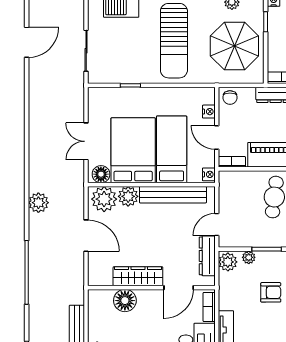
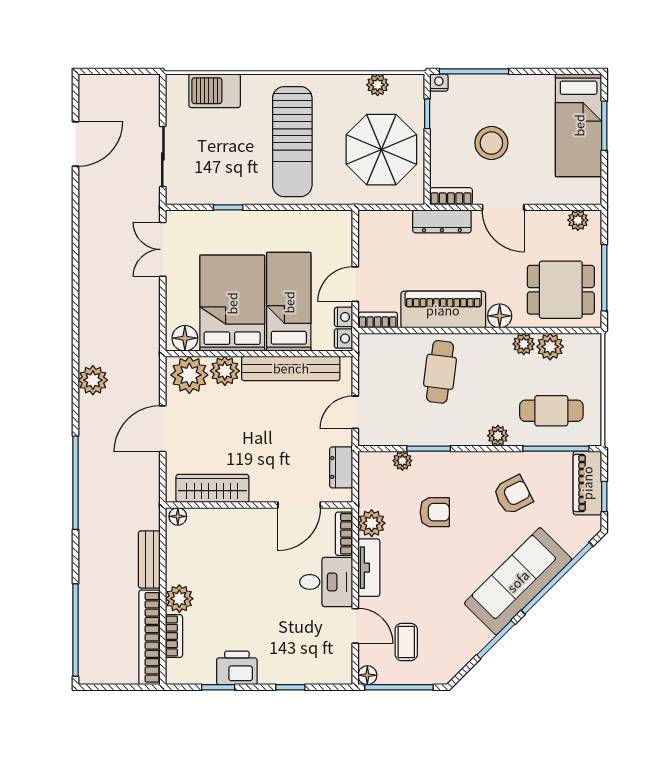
chair: (230, 98) -> (375, 225), removed
nightstand: (209, 112) -> (344, 317), moved
door: (217, 137) -> (355, 284), hinge flipped
double door: (86, 141) -> (163, 249), moved
door: (86, 236) -> (163, 429), swing flipped
dresser: (207, 256) -> (341, 467), width x0.70
plant: (228, 262) -> (372, 523), moved
wardrobe: (138, 276) -> (212, 488), moved
floor lamp: (125, 301) -> (178, 516), moved, width x0.53, depth x0.53

